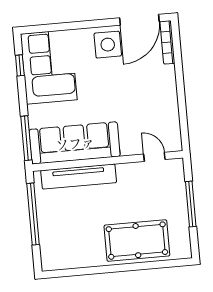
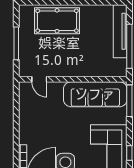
tv unit: (79, 177) -> (120, 31), moved, turned -90

